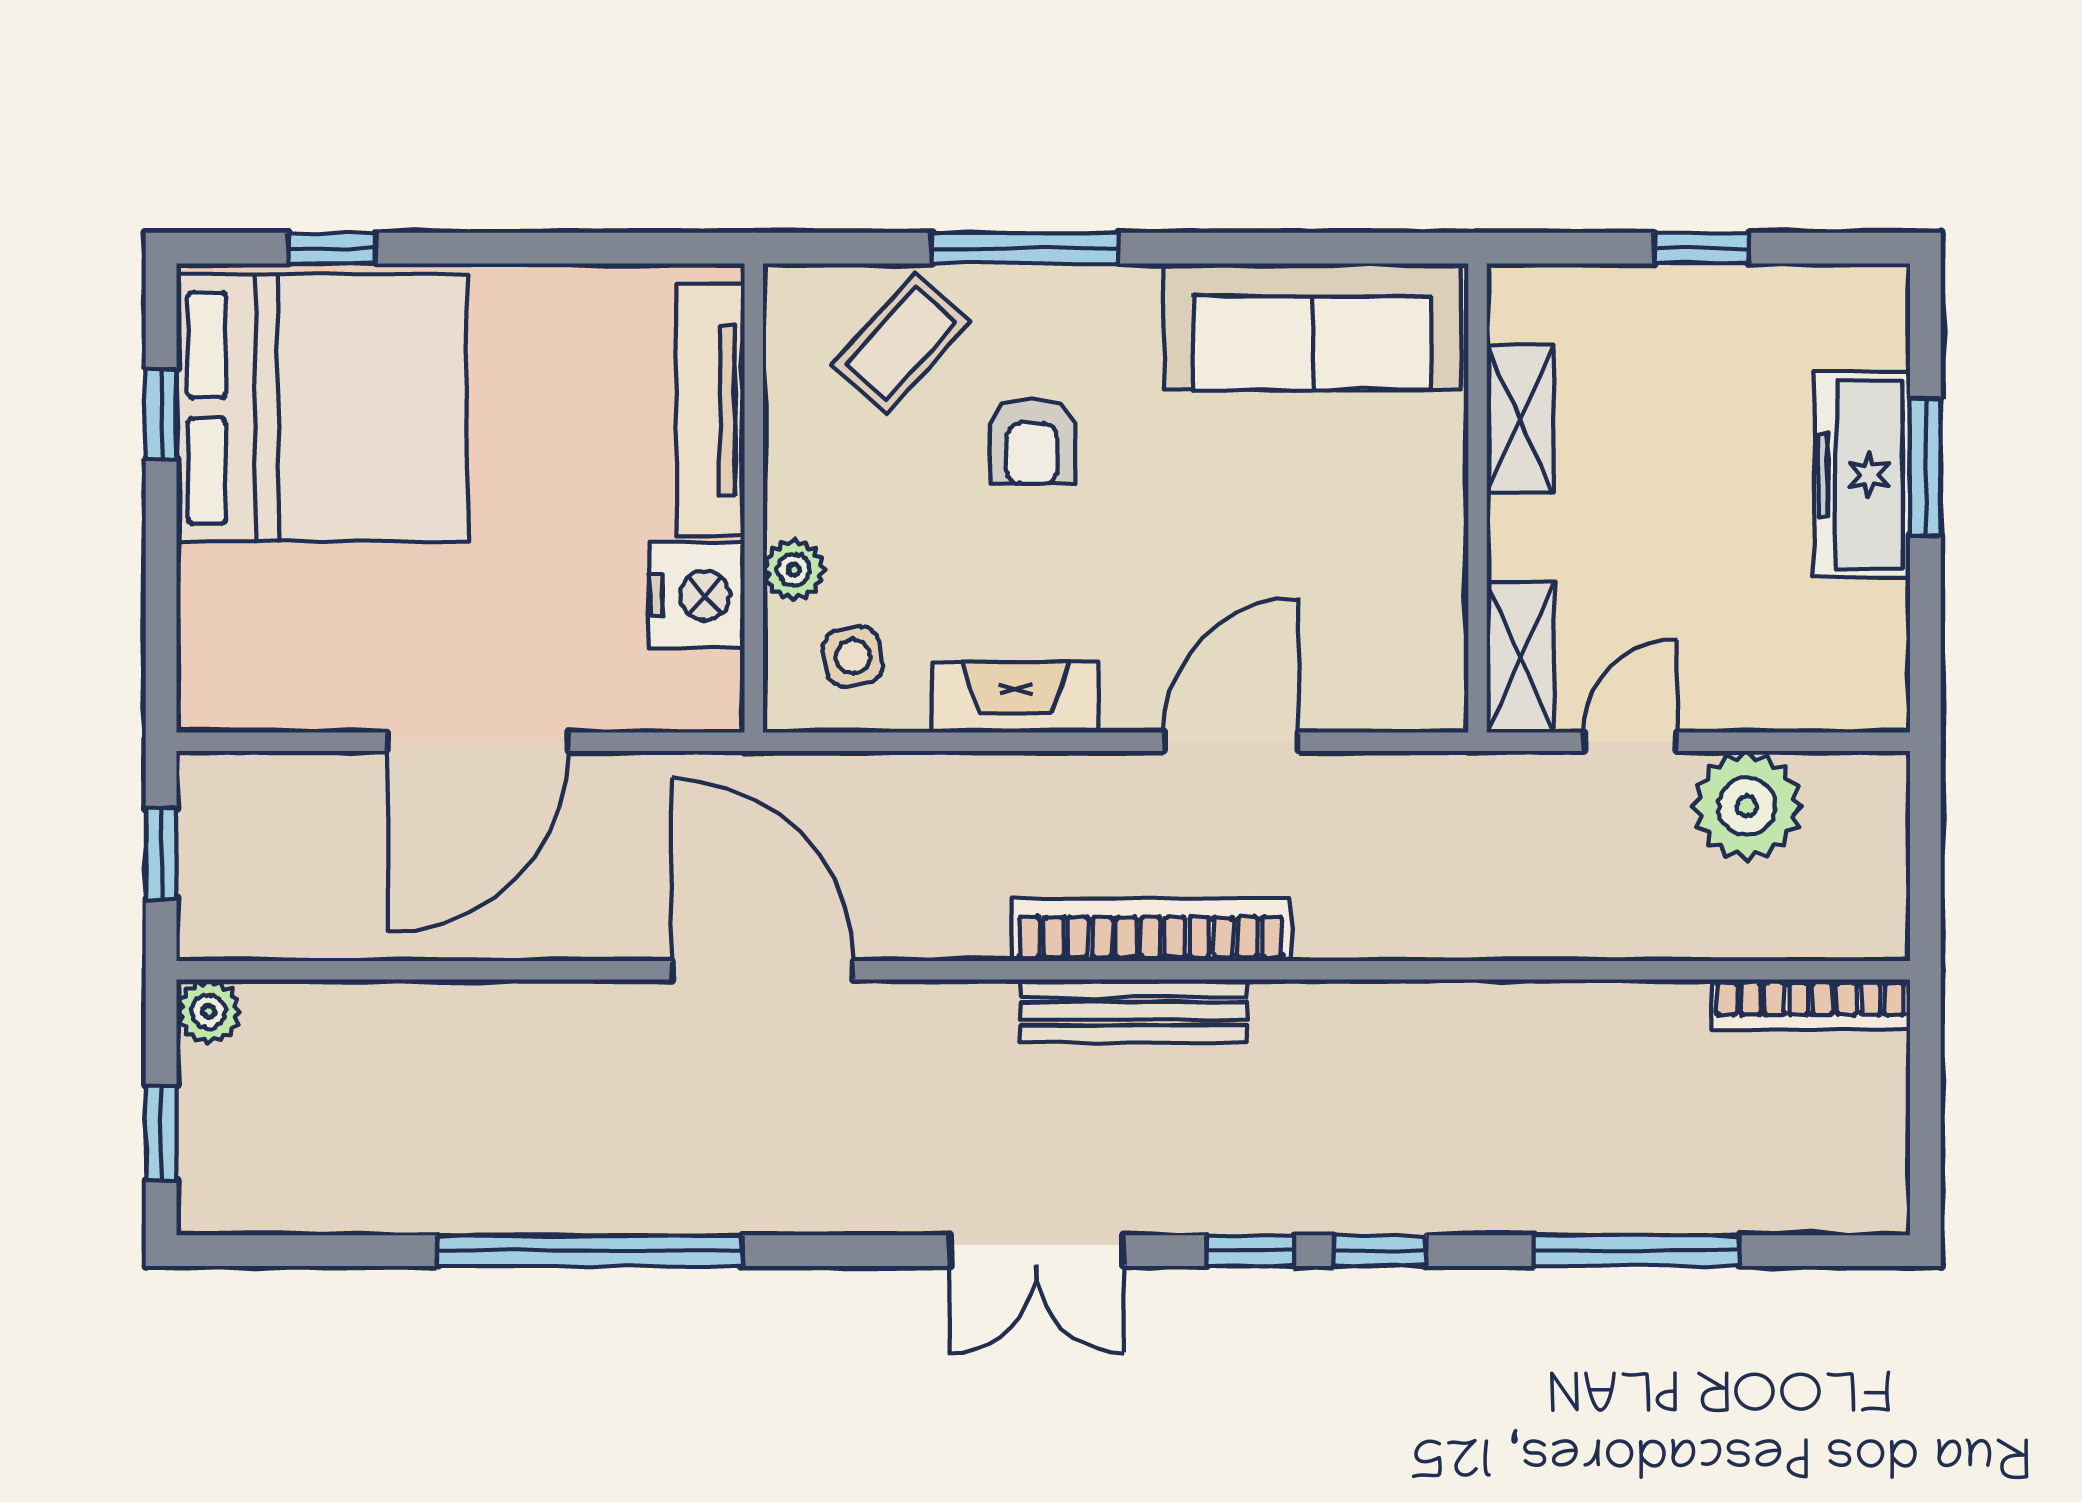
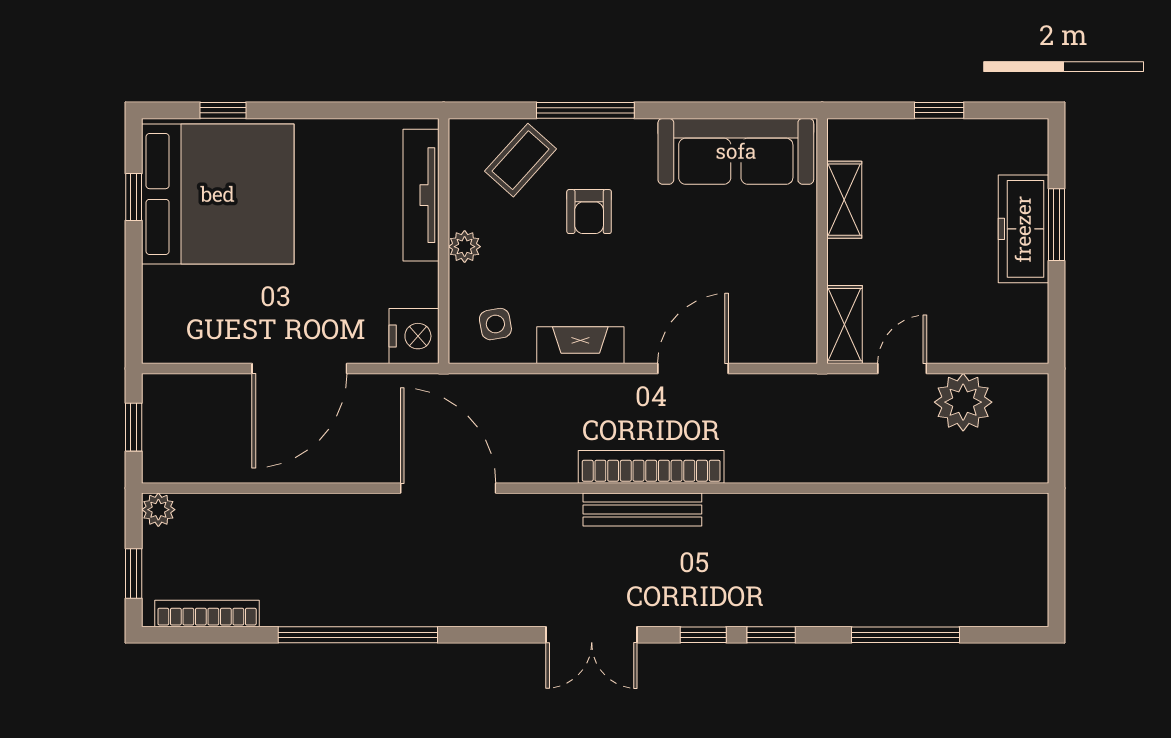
plant: (794, 570) -> (465, 247), moved
nightstand: (697, 595) -> (414, 336), moved
bookcase: (1811, 1005) -> (207, 613), moved, turned 180

